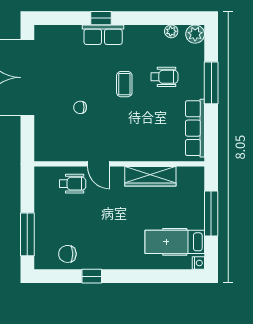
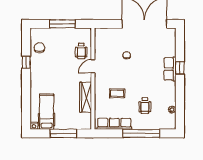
plant: (195, 34) -> (170, 124), removed
window: (211, 83) -> (141, 133), width x1.46
coffee table: (124, 84) -> (117, 93), moved
window: (27, 234) -> (62, 24), moved

